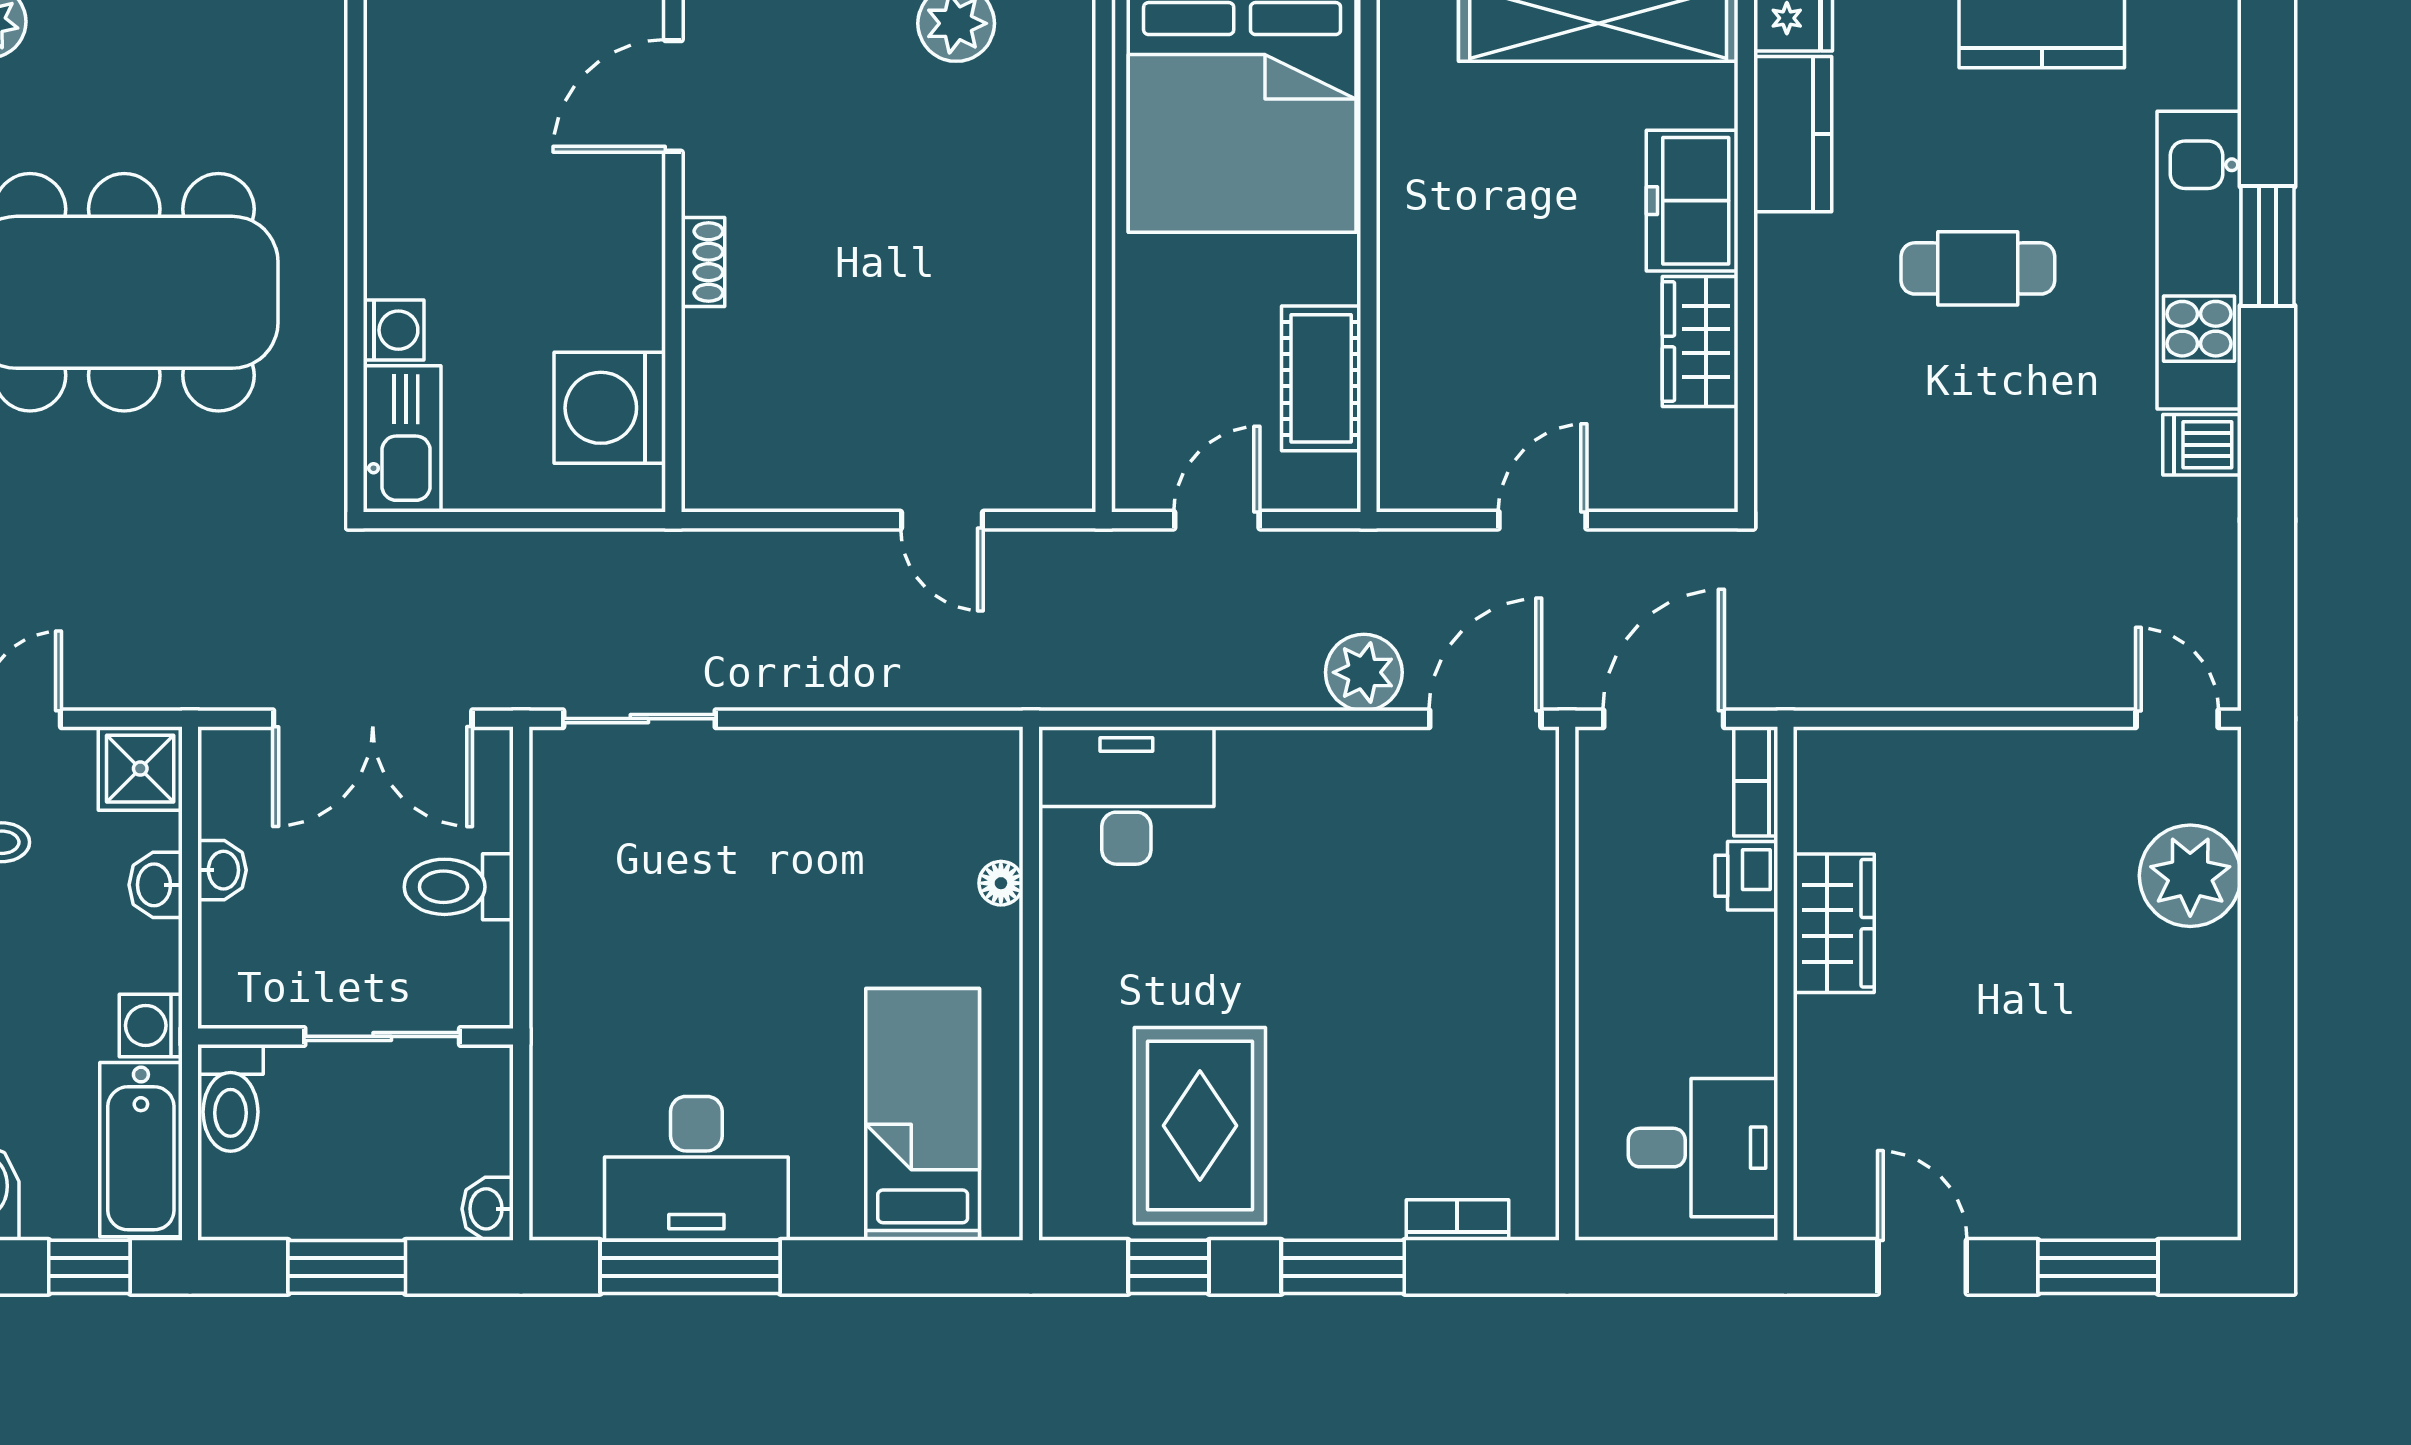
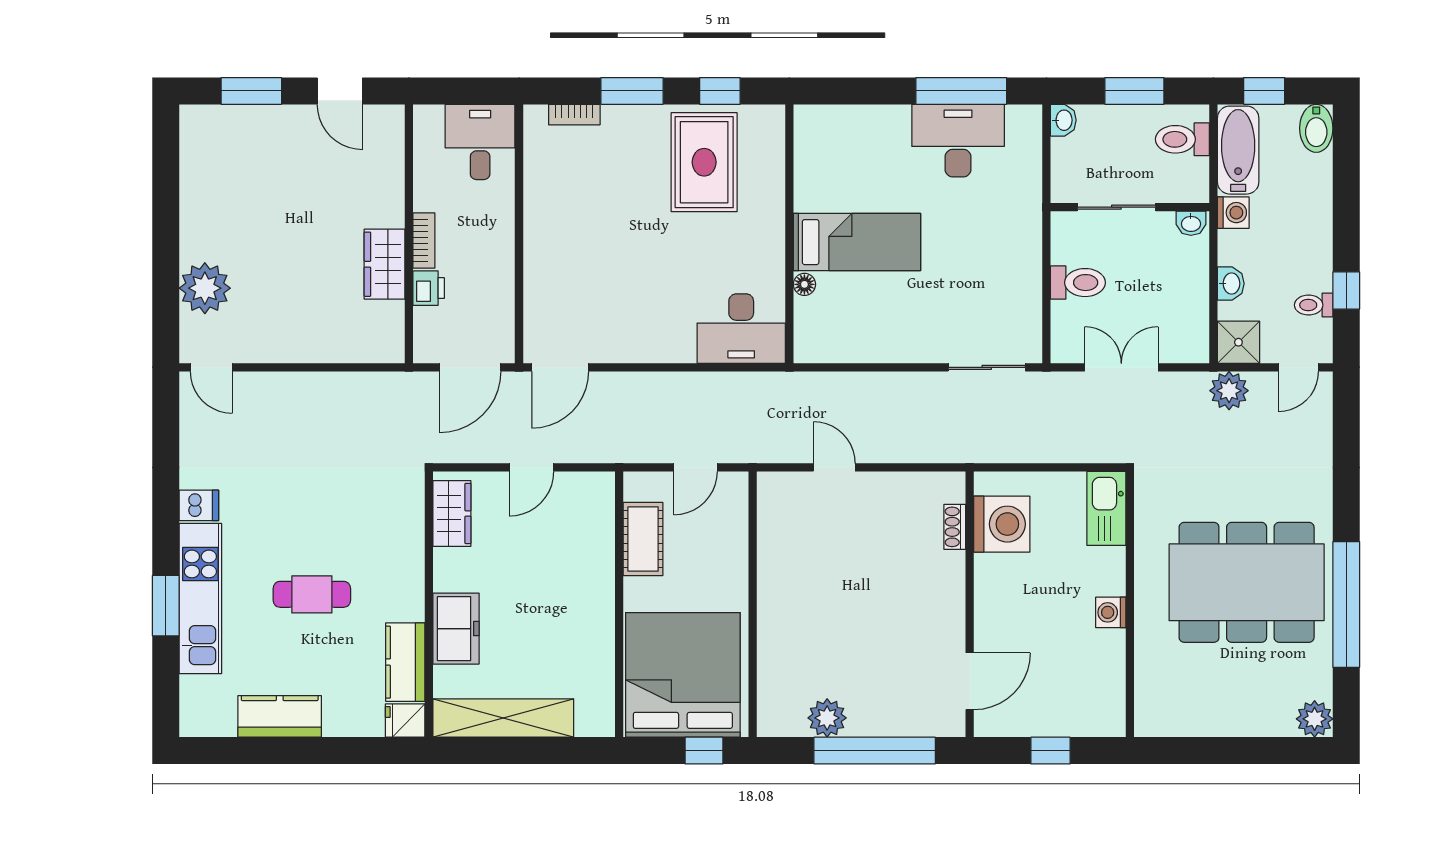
shoe rack: (703, 262) -> (955, 527), moved
washing machine: (394, 330) -> (1111, 612), moved
wardrobe: (1700, 341) -> (452, 513), moved
plant: (1364, 672) -> (1229, 391), moved
double door: (373, 719) -> (1121, 367), width x0.73
bookcase: (1756, 781) -> (424, 241), moved
washbasin: (222, 870) -> (1191, 223), moved, turned -90
toilet: (231, 1098) -> (1182, 139), moved, turned -90
bed: (923, 1114) -> (857, 242), moved, turned -90
desk: (1703, 1148) -> (480, 142), moved, turned 90

